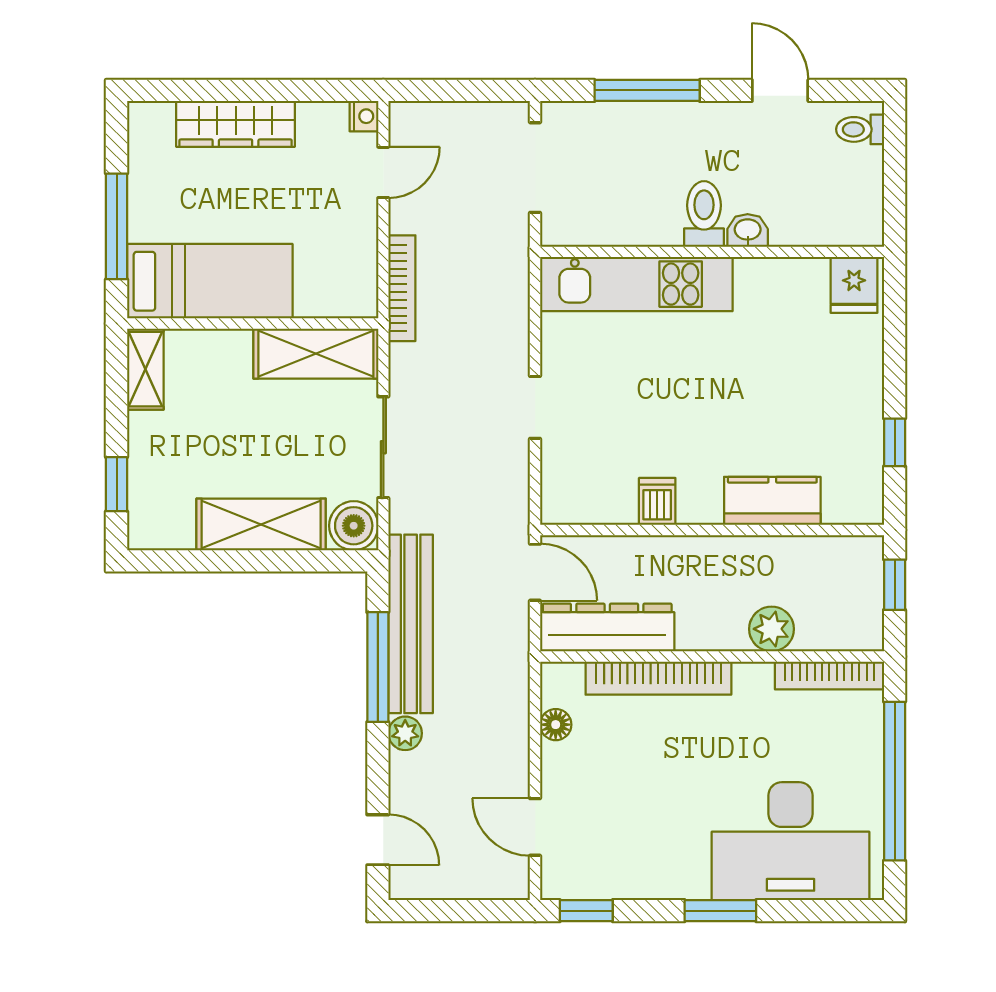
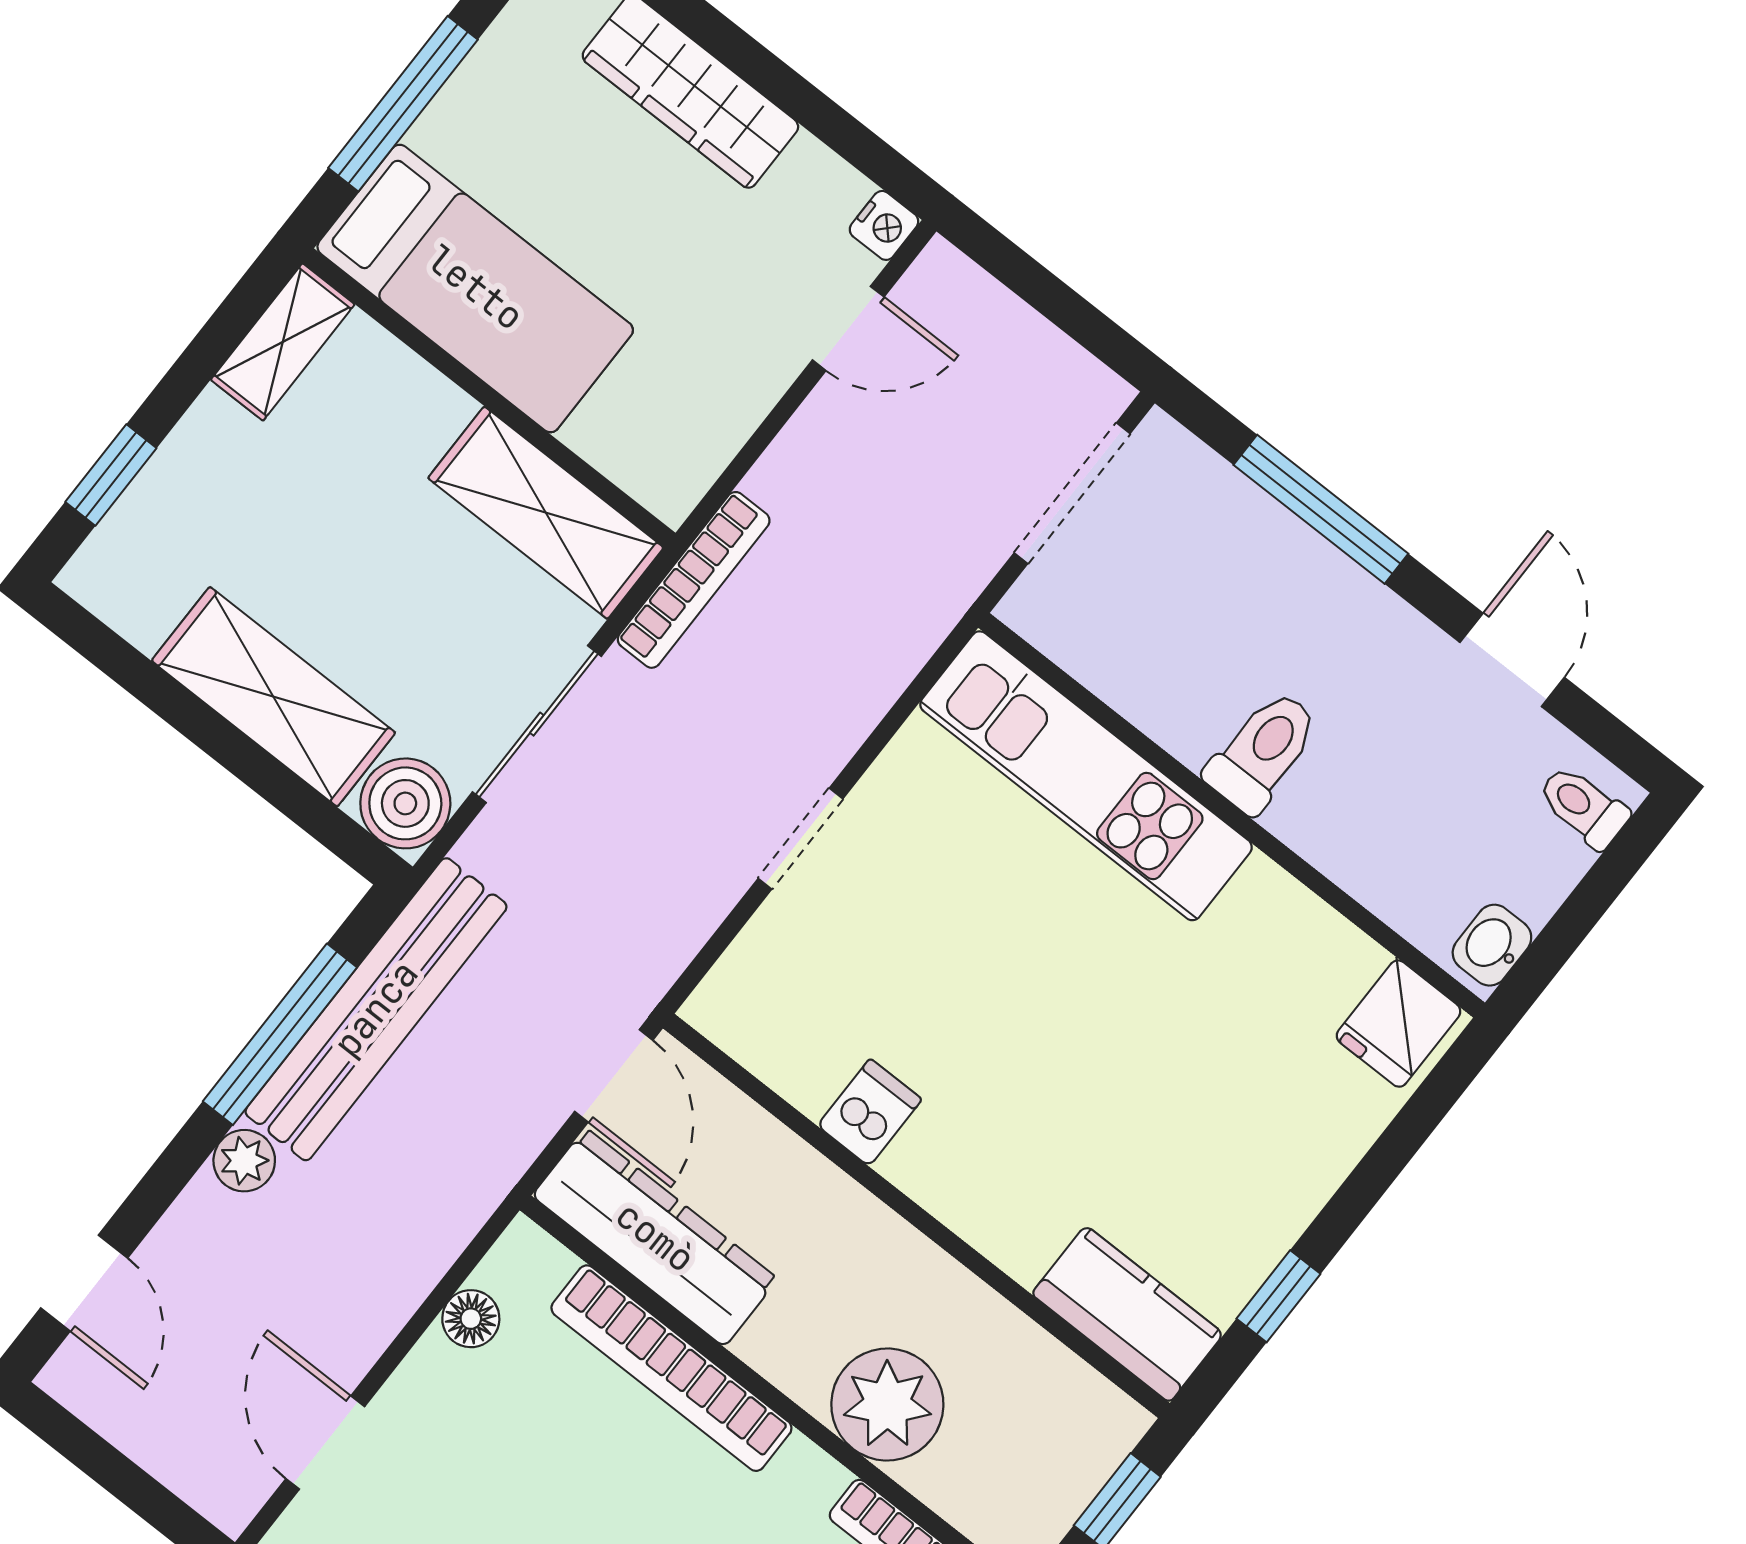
washbasin: (748, 230) -> (1492, 945), moved, turned -90
bookcase: (402, 288) -> (694, 580), moved
kitchen counter: (772, 501) -> (1128, 1314), moved
plant: (772, 629) -> (887, 1405), width x1.36, depth x1.36

